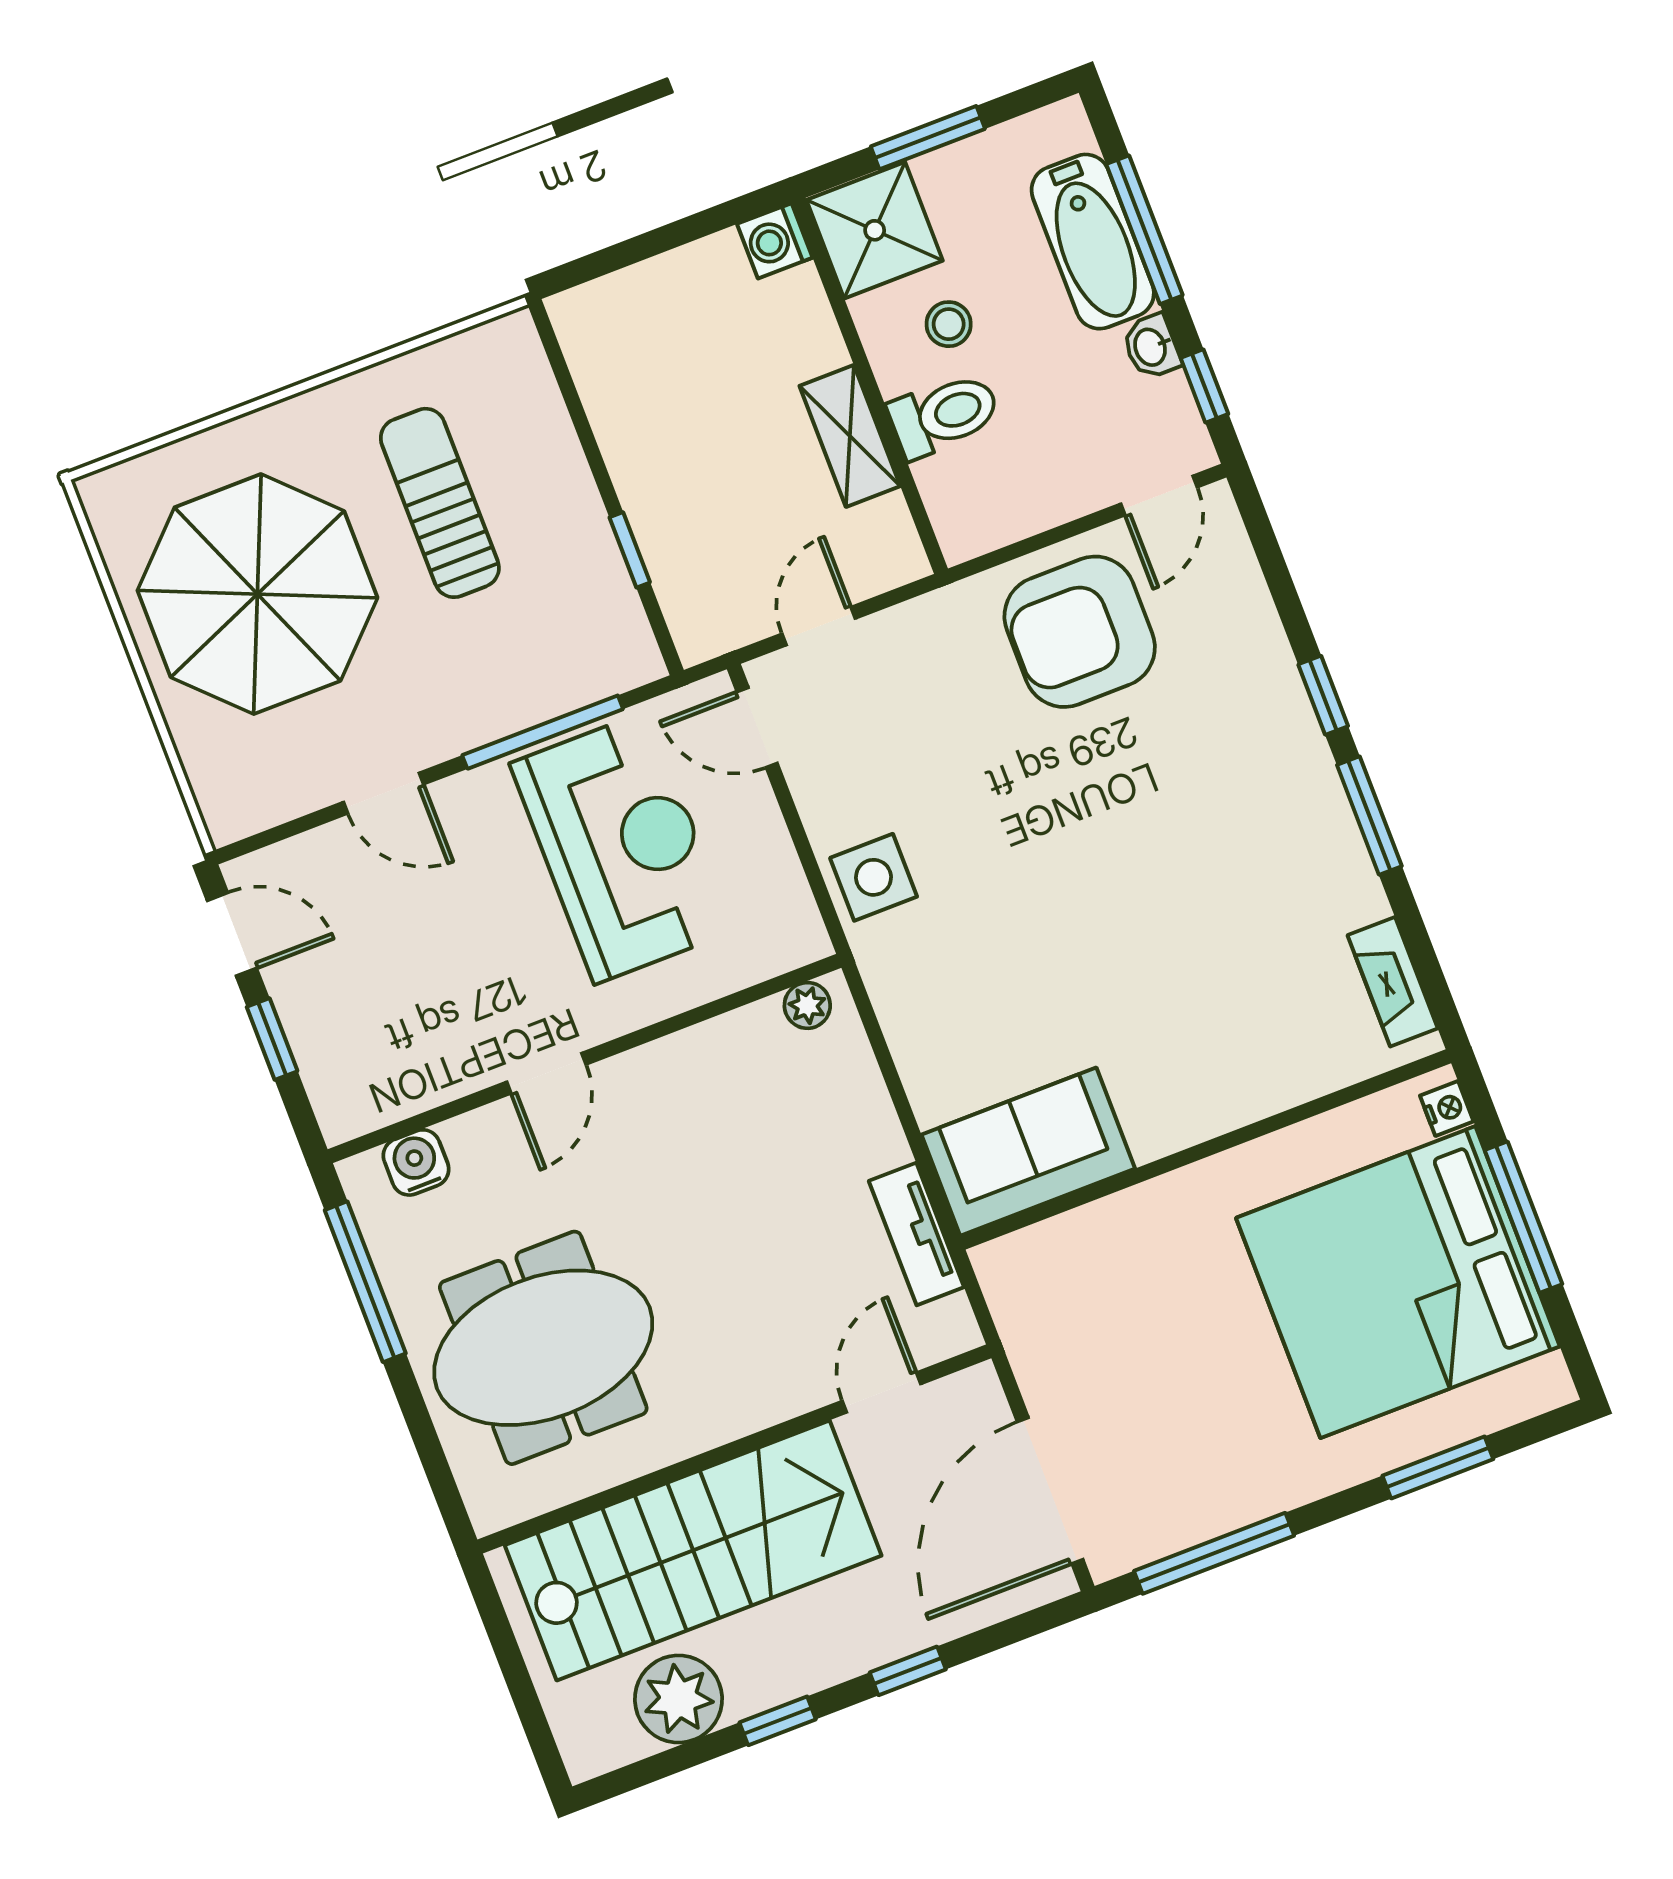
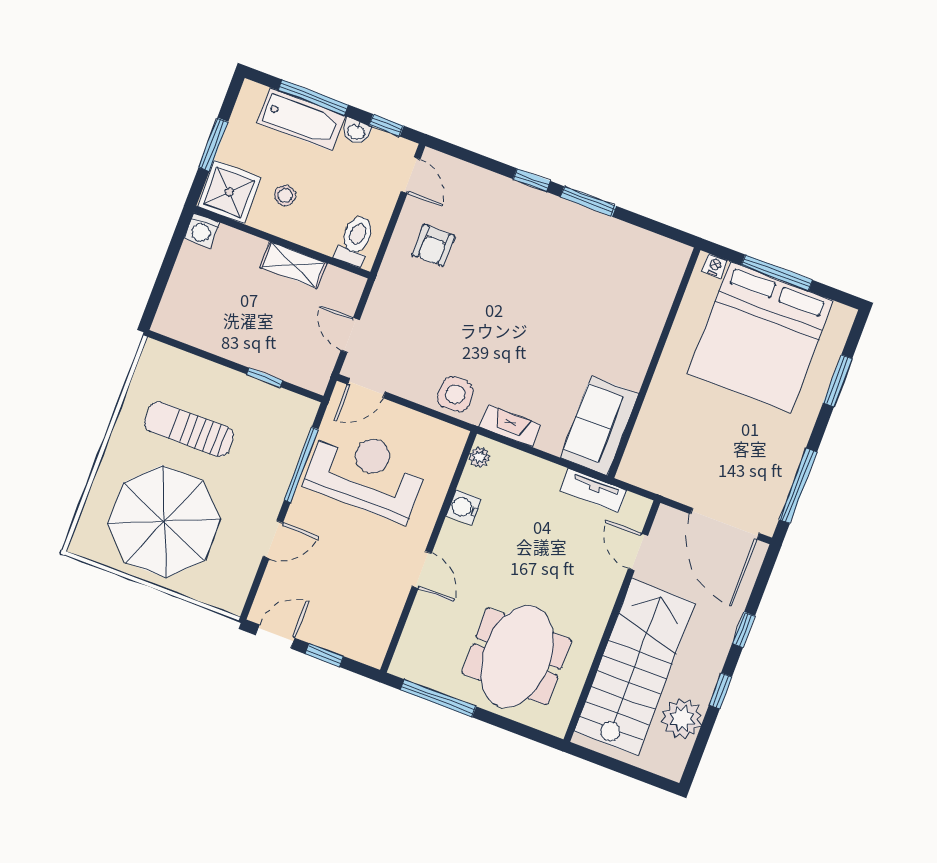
toilet: (944, 415) -> (355, 240), moved
armchair: (1080, 632) -> (434, 246), width x0.53, depth x0.53
fireplace: (1393, 982) -> (510, 426), moved, turned 180
water cooler: (416, 1162) -> (464, 507), moved

